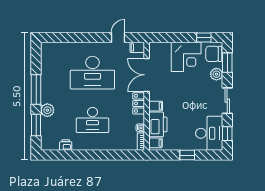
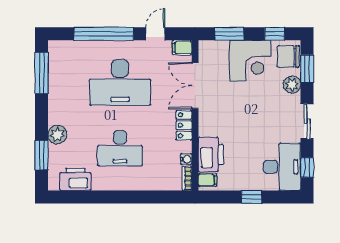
window: (81, 38) -> (104, 34), added
window: (171, 38) -> (229, 34), added
window: (36, 89) -> (42, 73), moved
filing cabinet: (156, 106) -> (208, 129), removed
printer: (66, 145) -> (75, 179), width x1.87, depth x1.48

